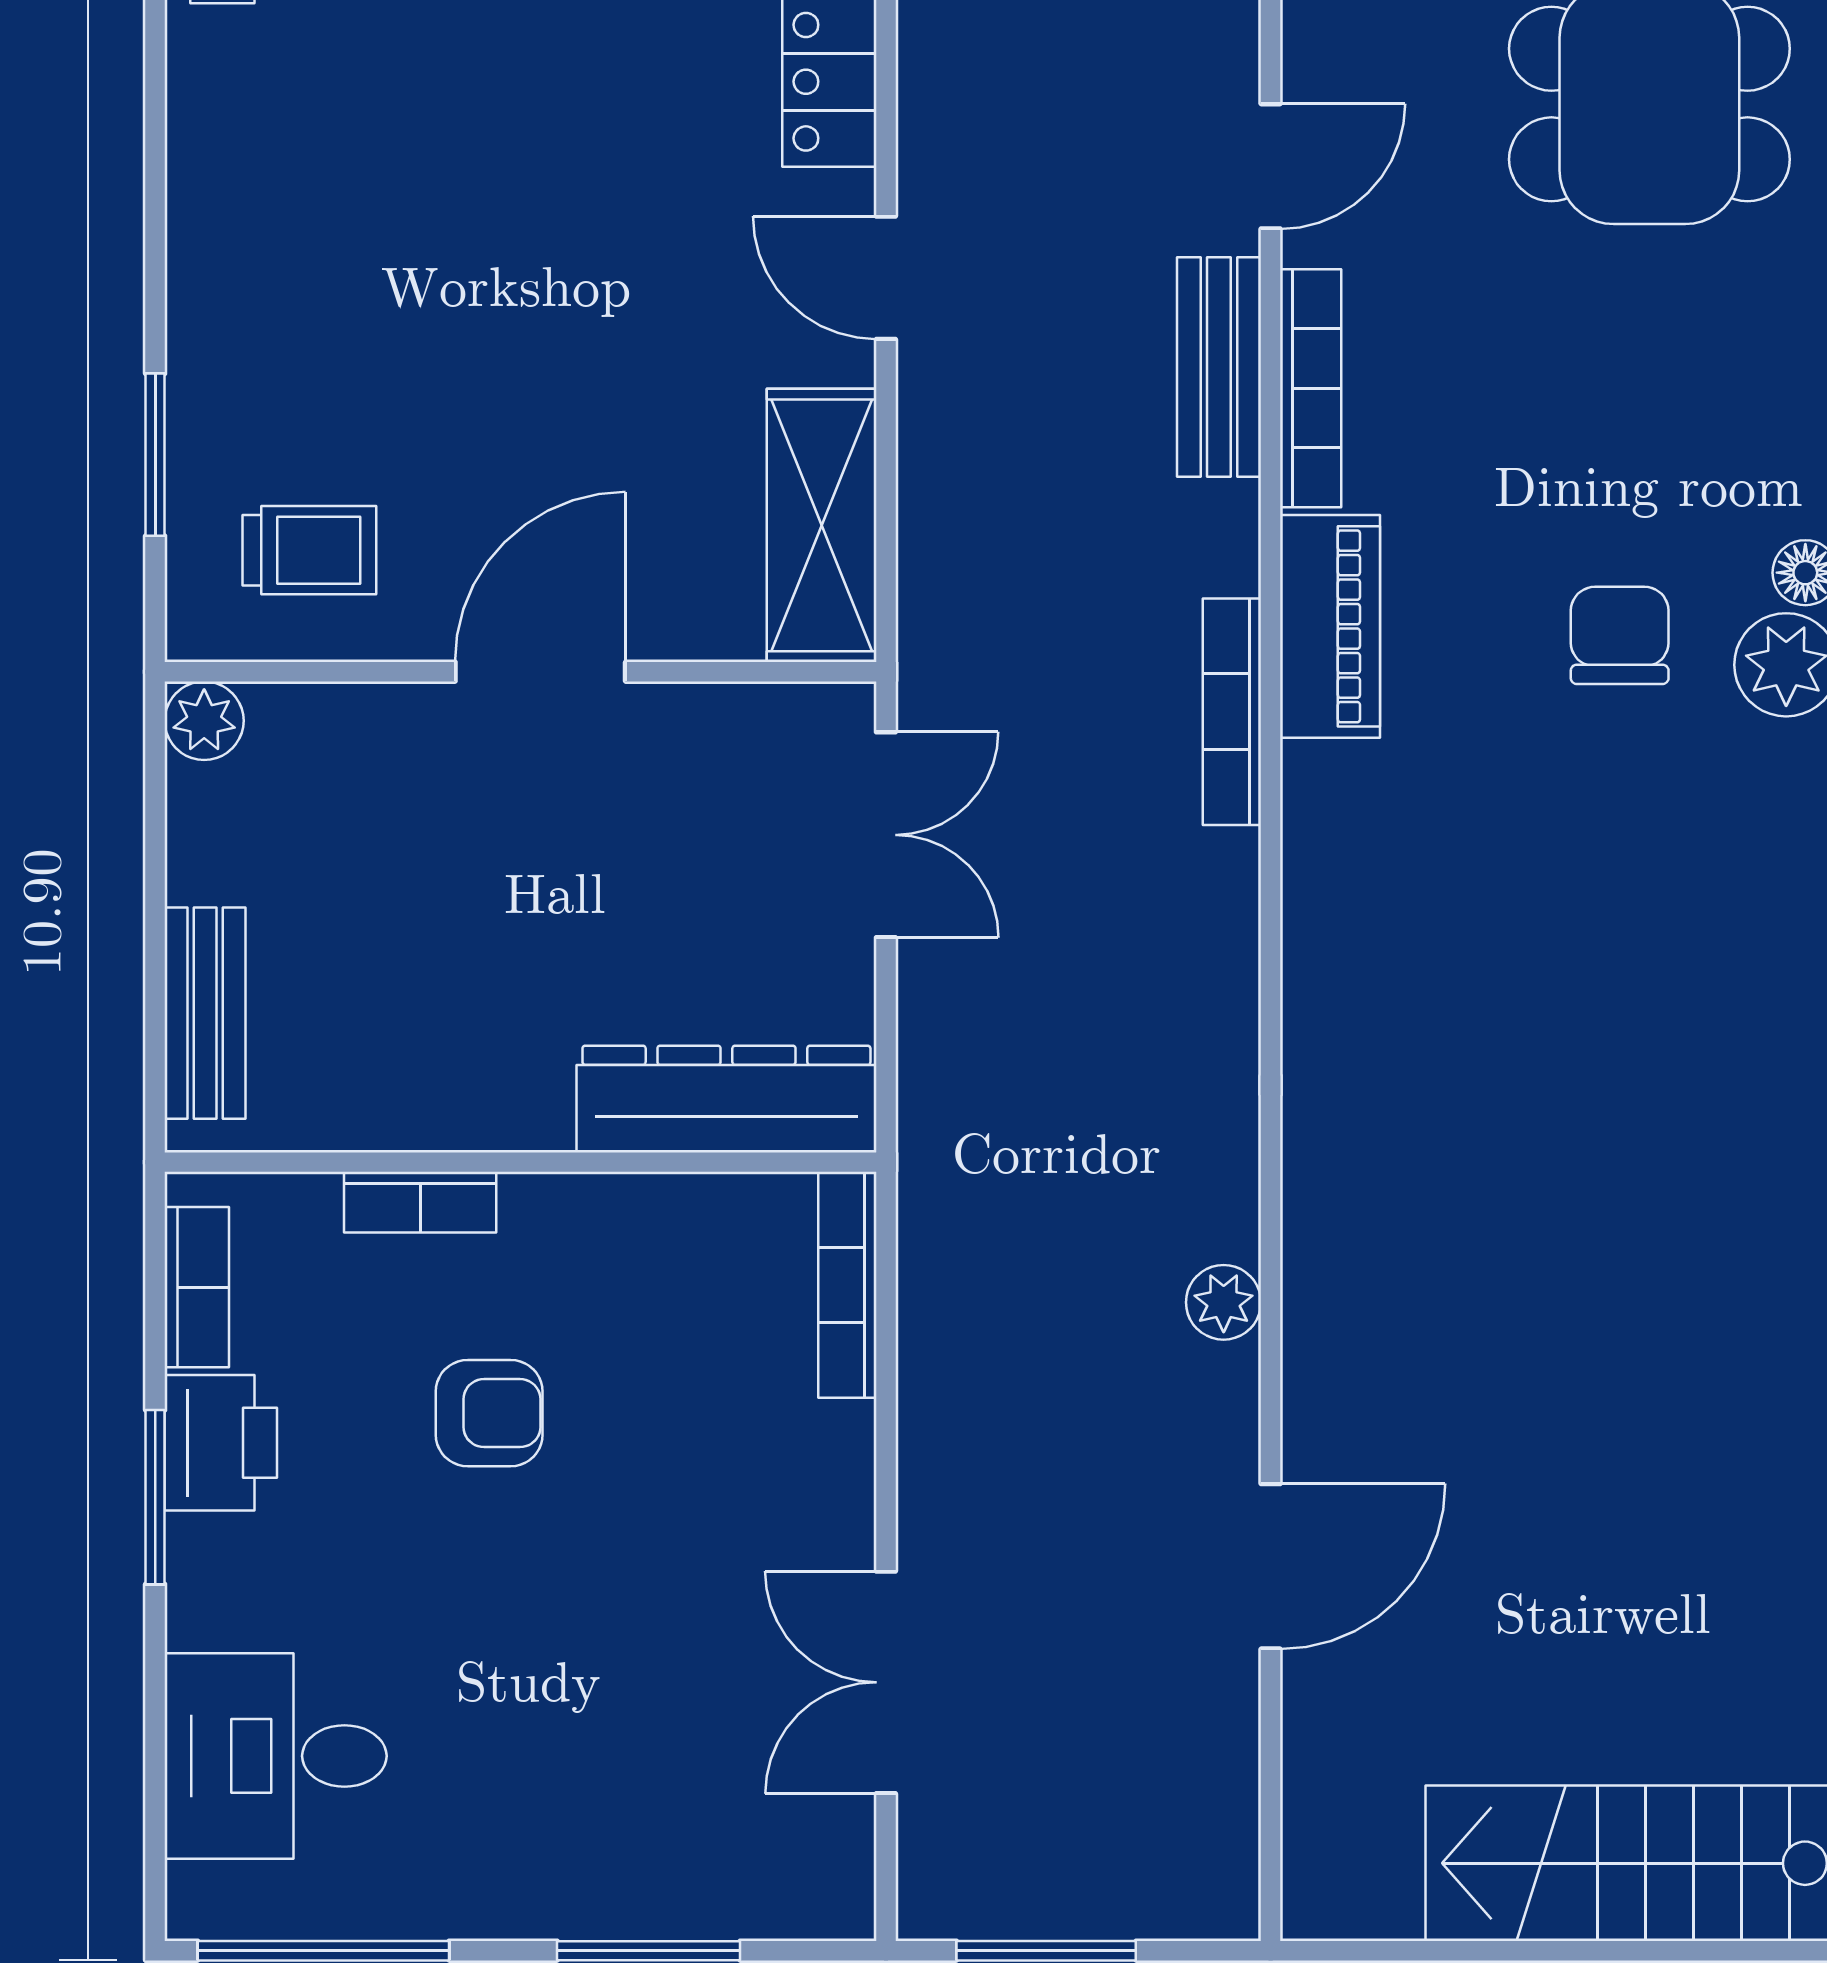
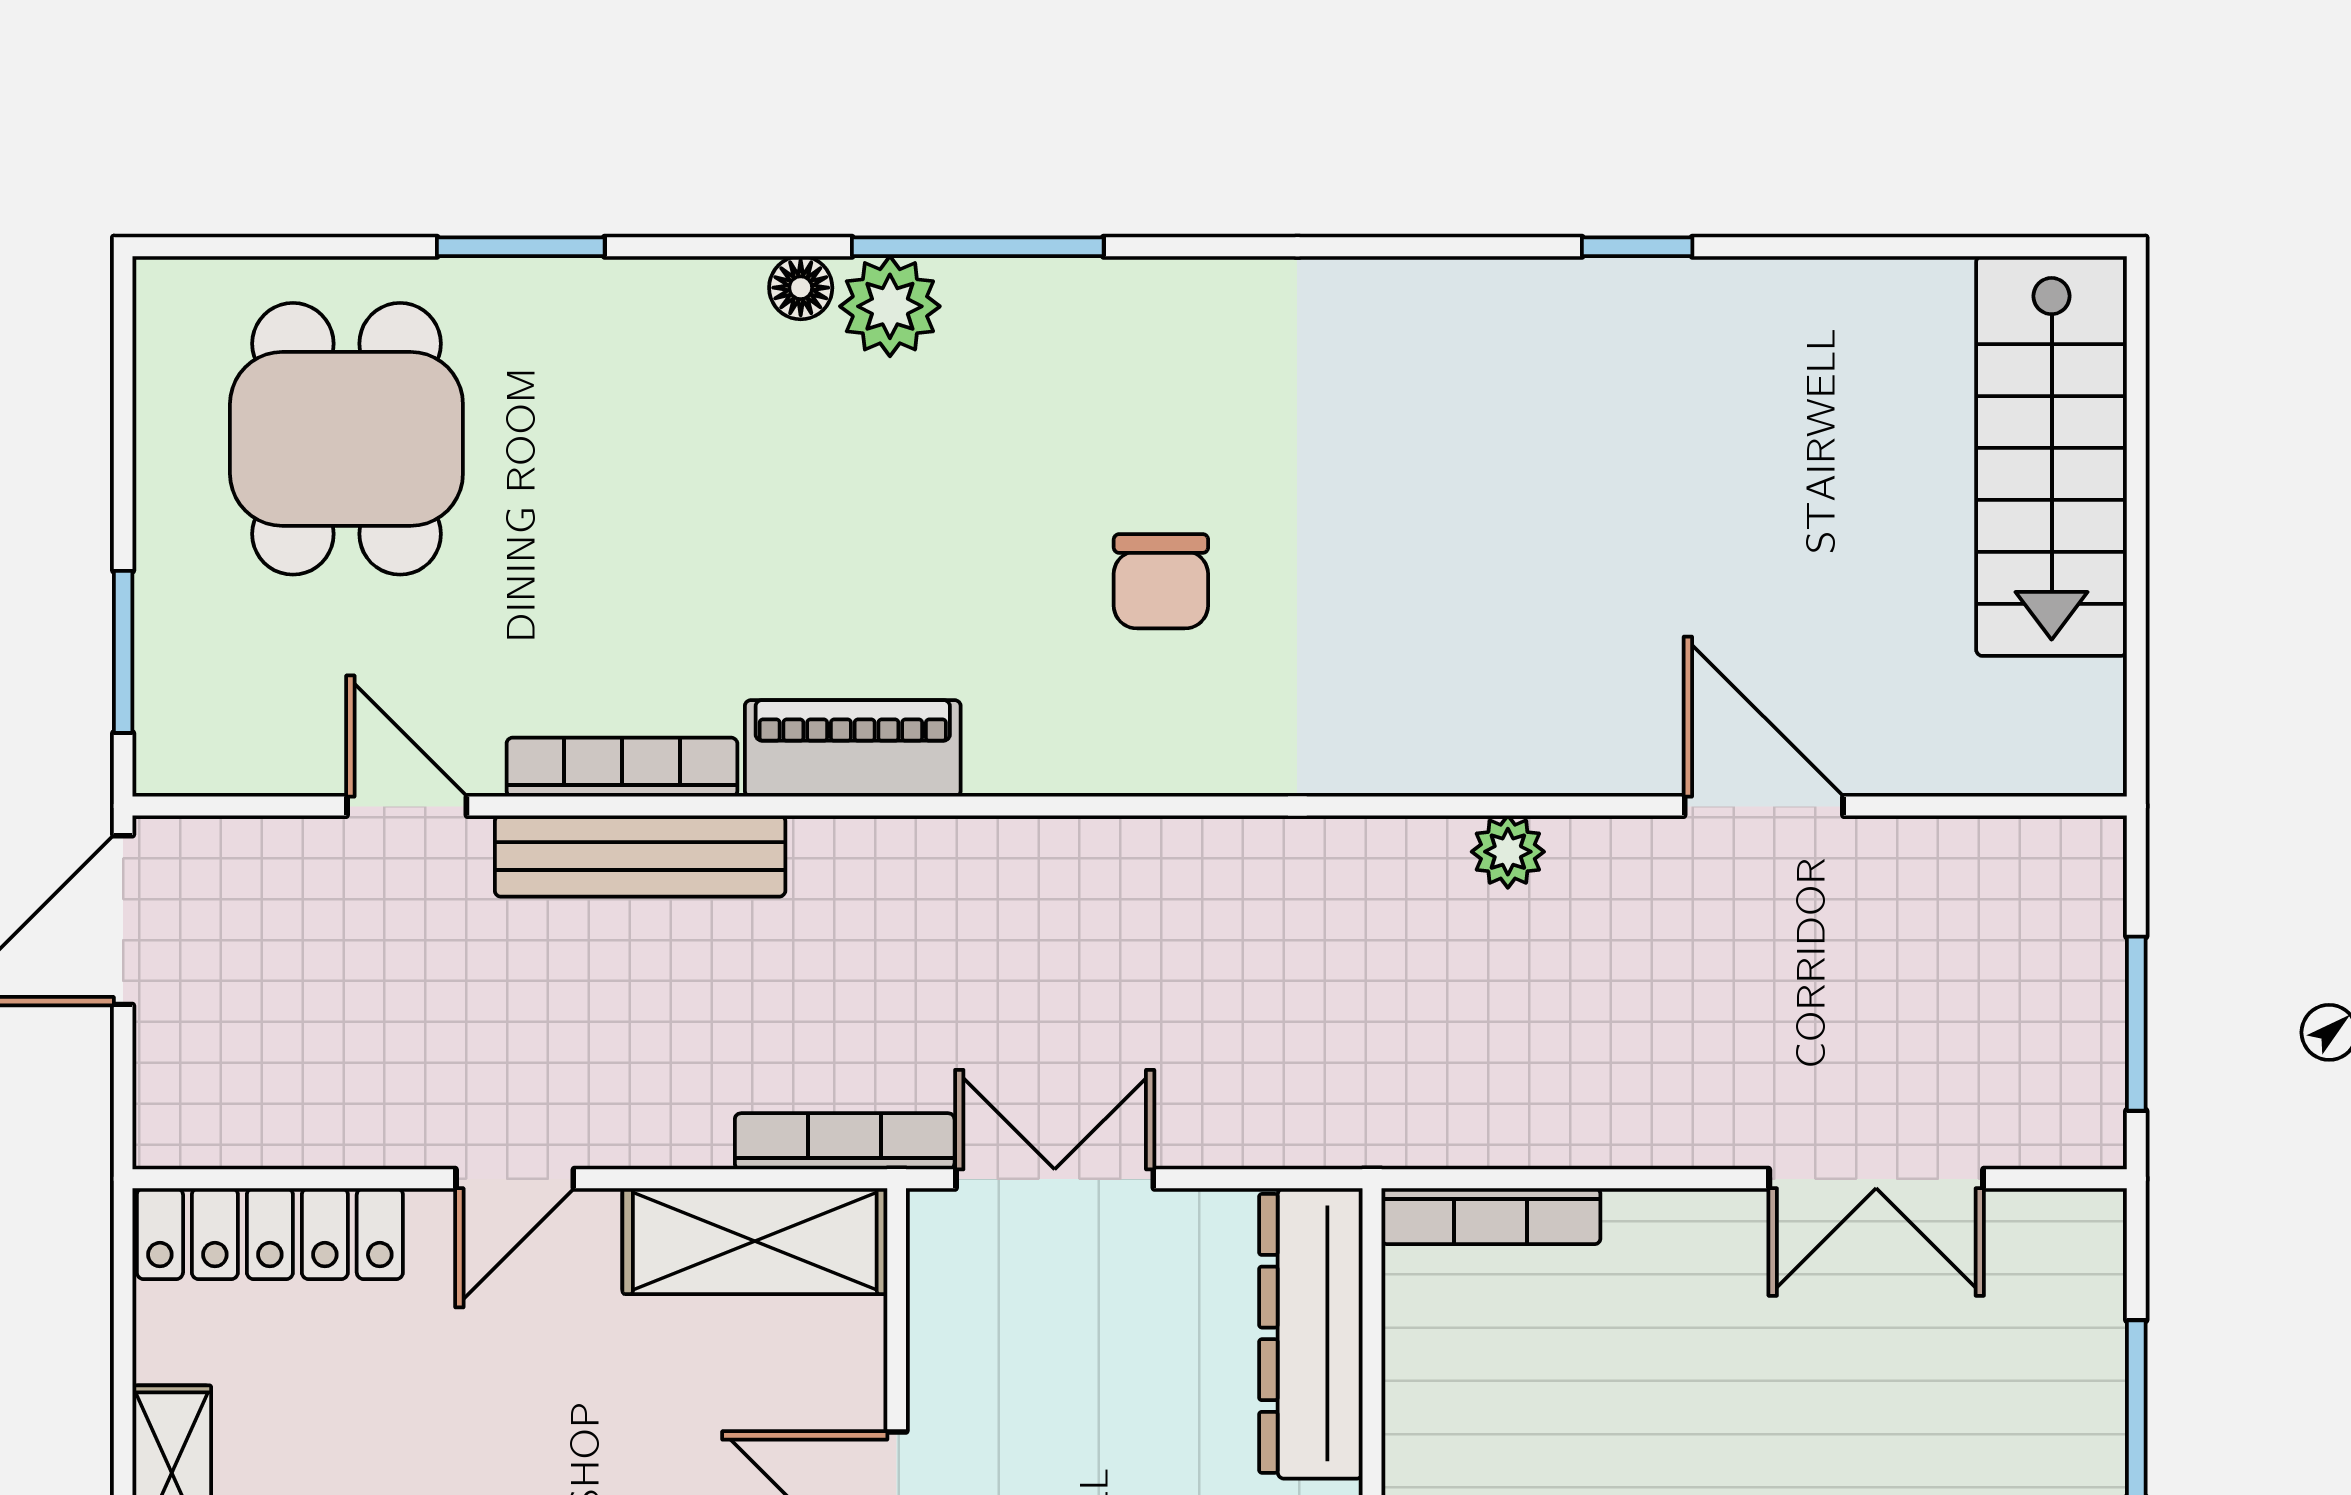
bench: (1219, 367) -> (640, 856), width x1.36
chair: (1620, 635) -> (1161, 581), moved, turned -90
bookcase: (1232, 712) -> (845, 1141), moved, turned 180

